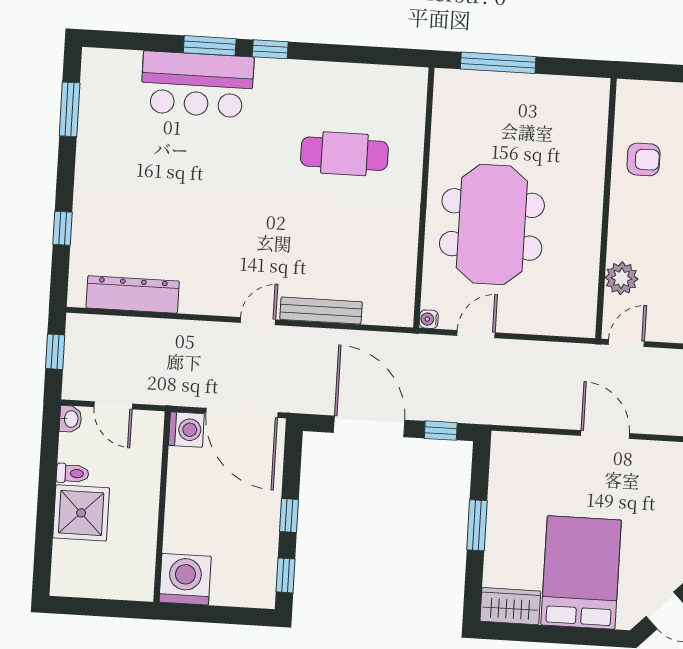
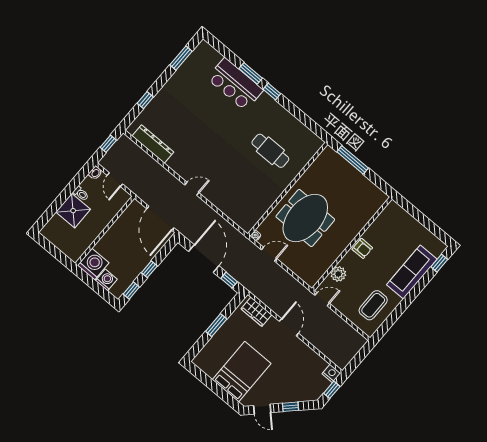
armchair: (643, 159) -> (362, 248), moved
bench: (321, 311) -> (218, 202), removed
washing machine: (186, 430) -> (106, 280), moved, turned -90
wardrobe: (510, 606) -> (256, 312), moved, turned 180

